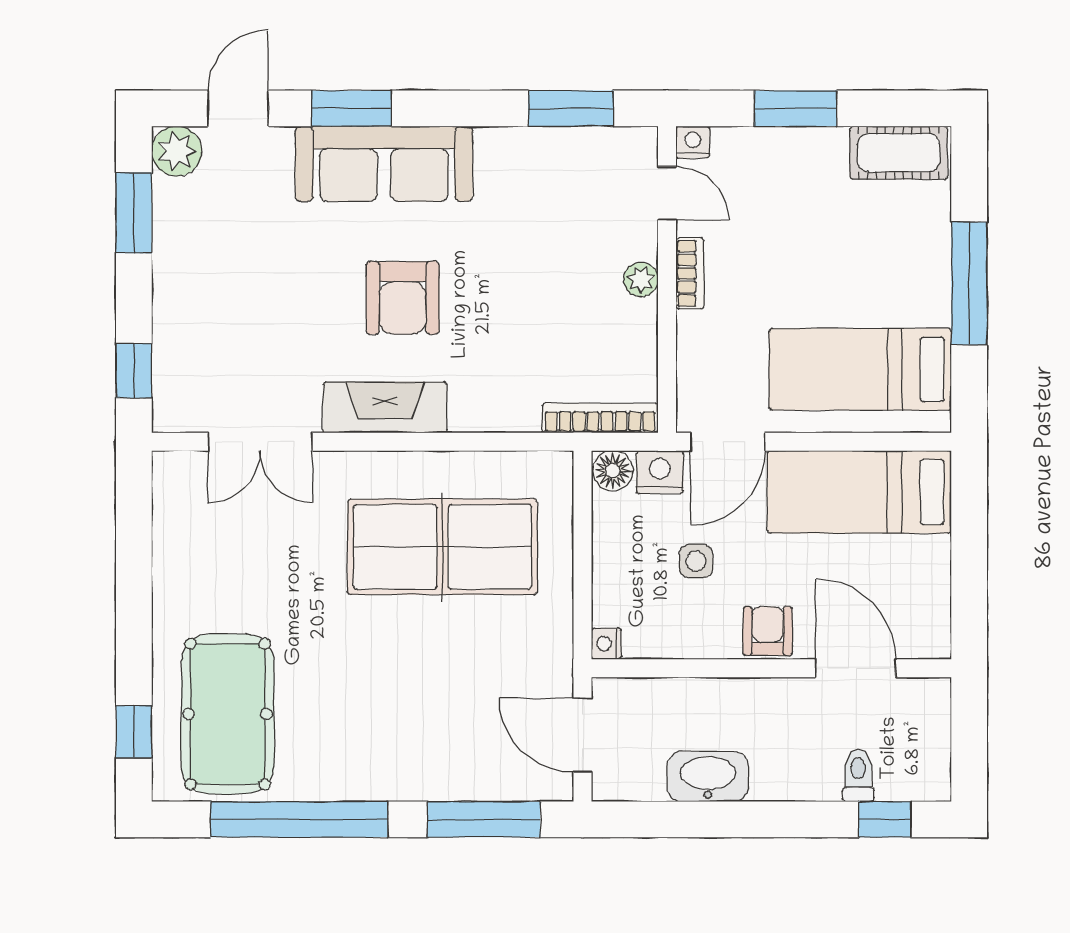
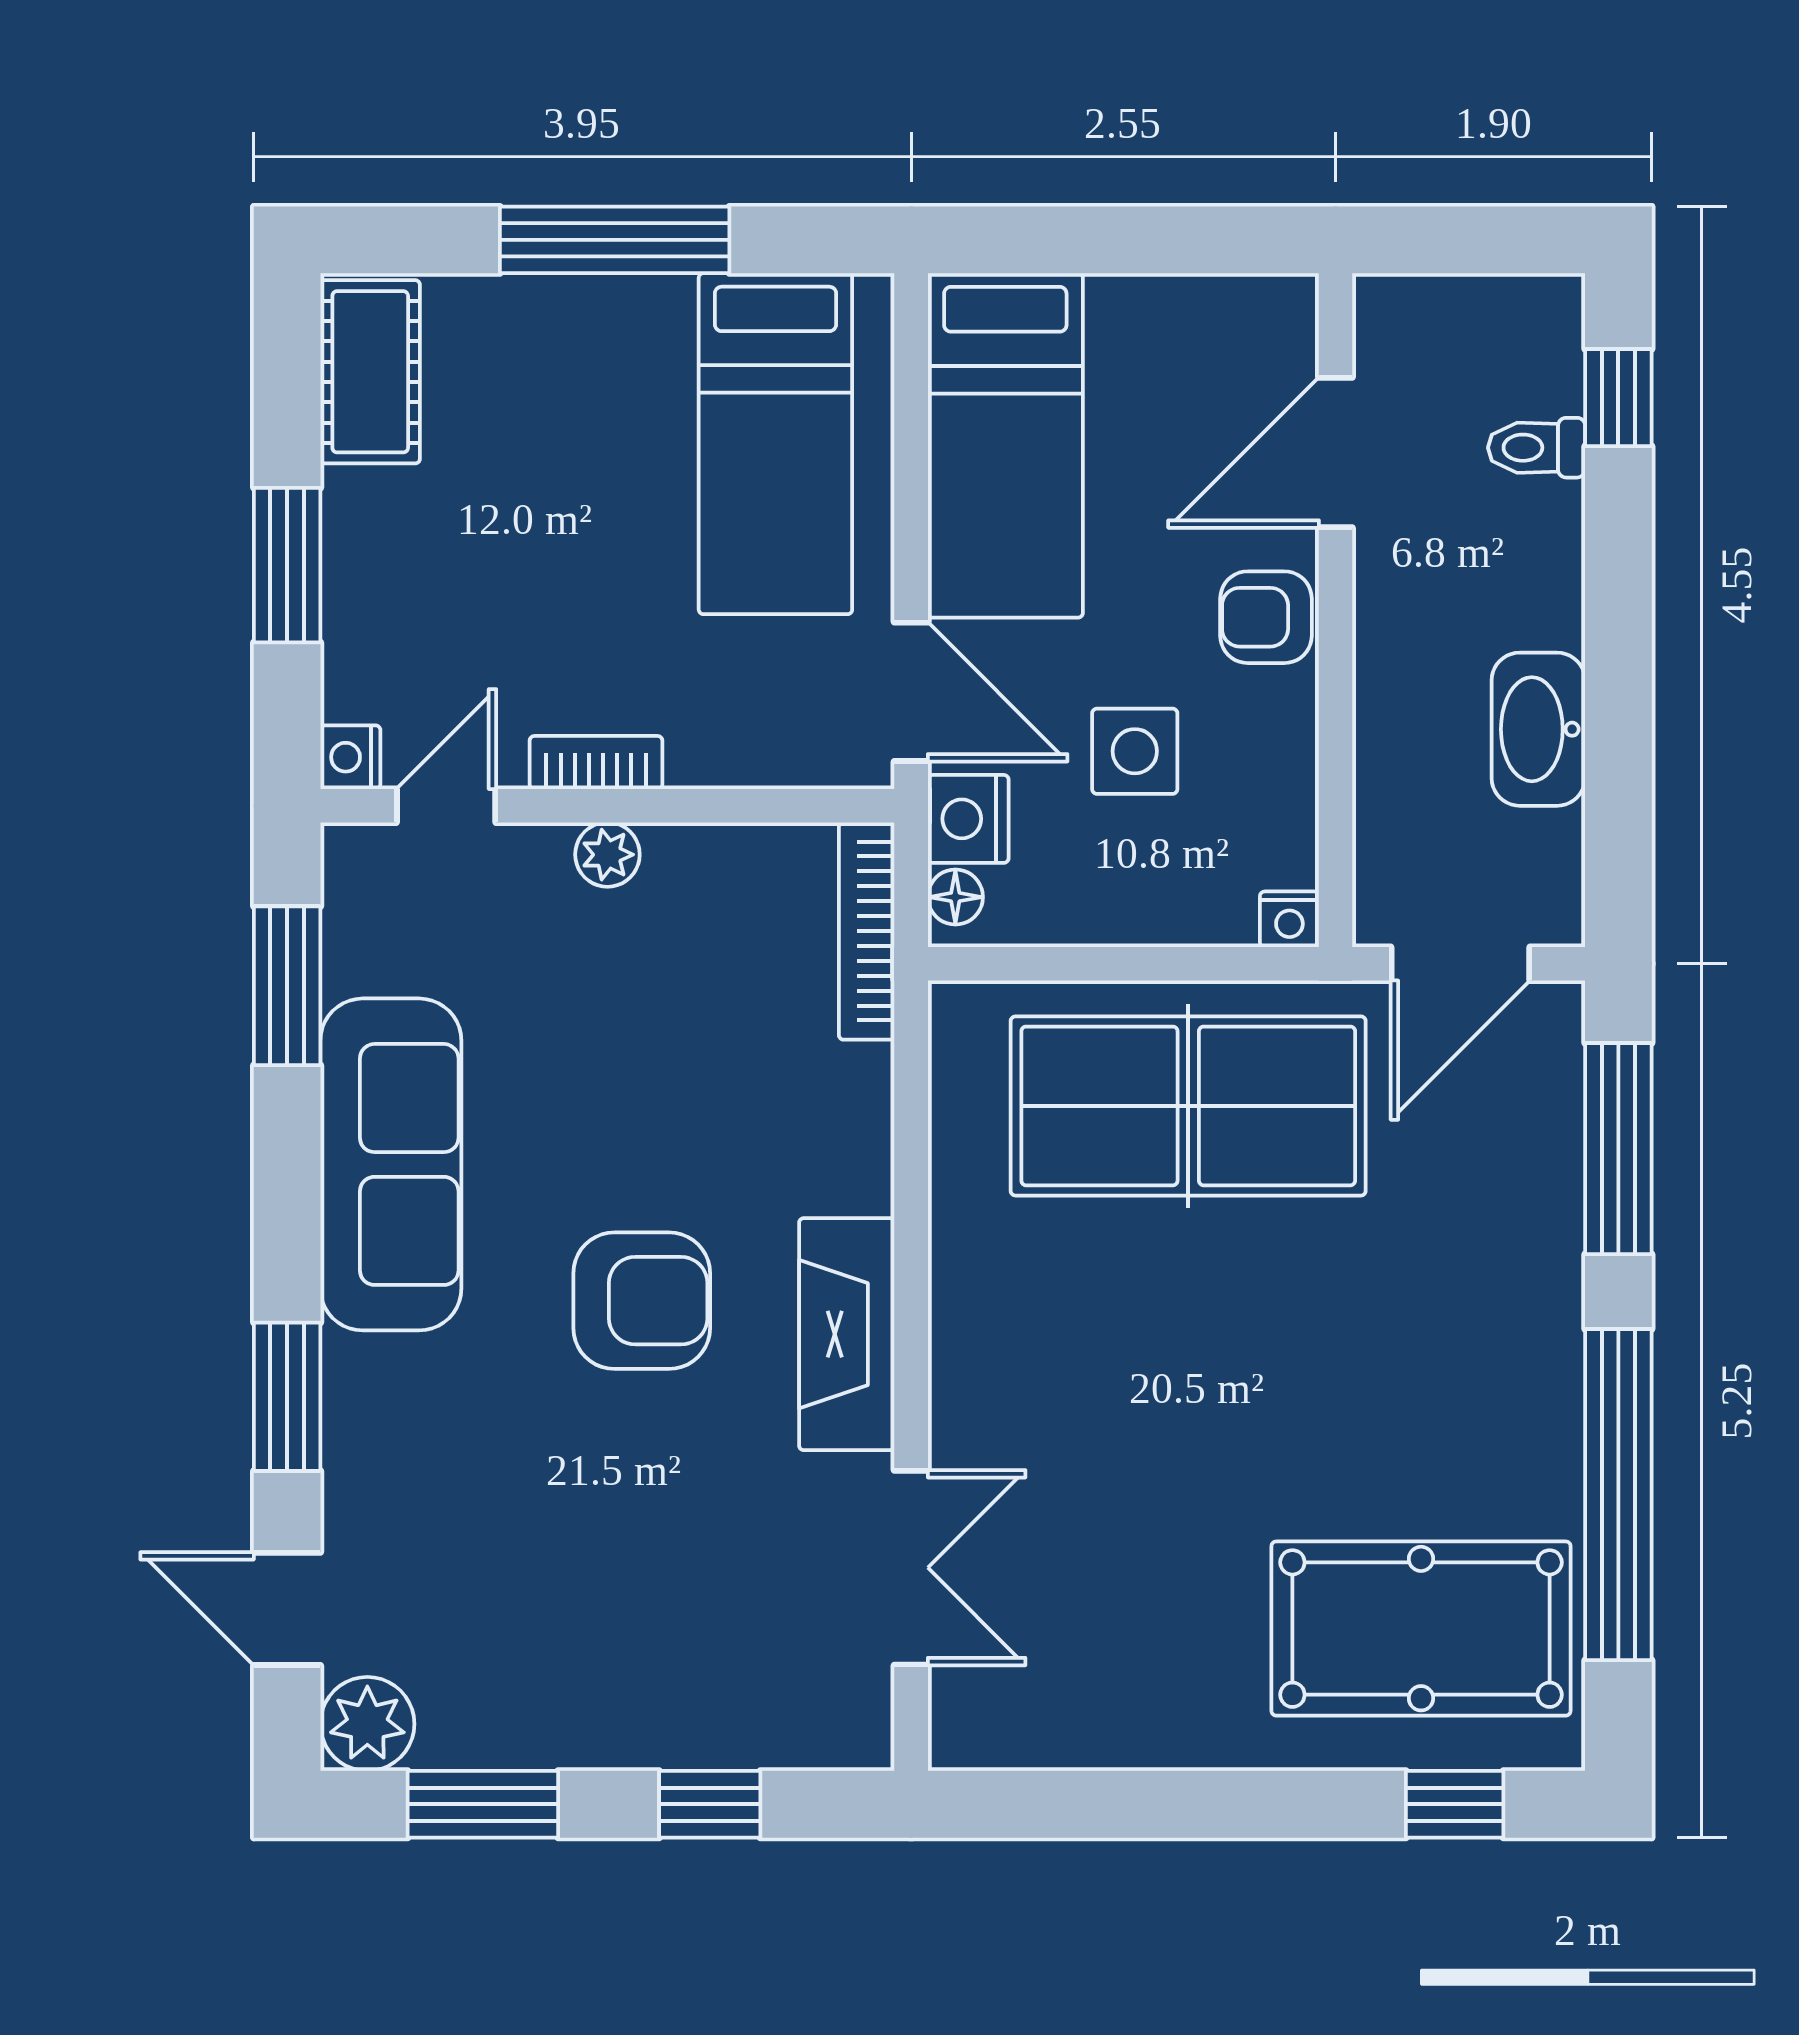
sofa: (384, 164) -> (391, 1164), moved
window: (134, 371) -> (710, 1804), moved
floor lamp: (613, 471) -> (955, 897), width x0.73, depth x0.73
table tennis table: (442, 547) -> (1188, 1106), moved, turned 90
side table: (696, 561) -> (1135, 751), width x1.37, depth x1.37

